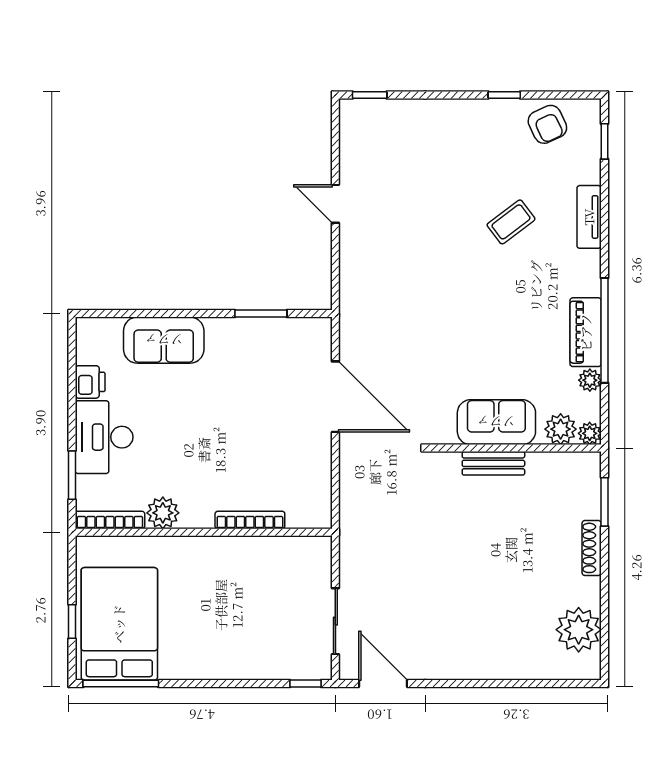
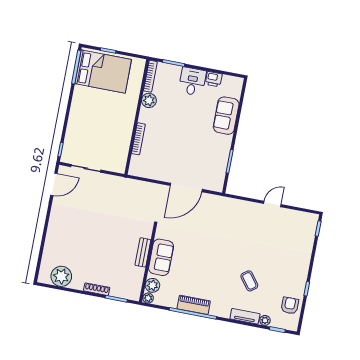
armchair: (547, 124) -> (290, 306), turned 115
plant: (590, 380) -> (265, 320), moved
desk: (104, 437) -> (192, 81), width x0.73

